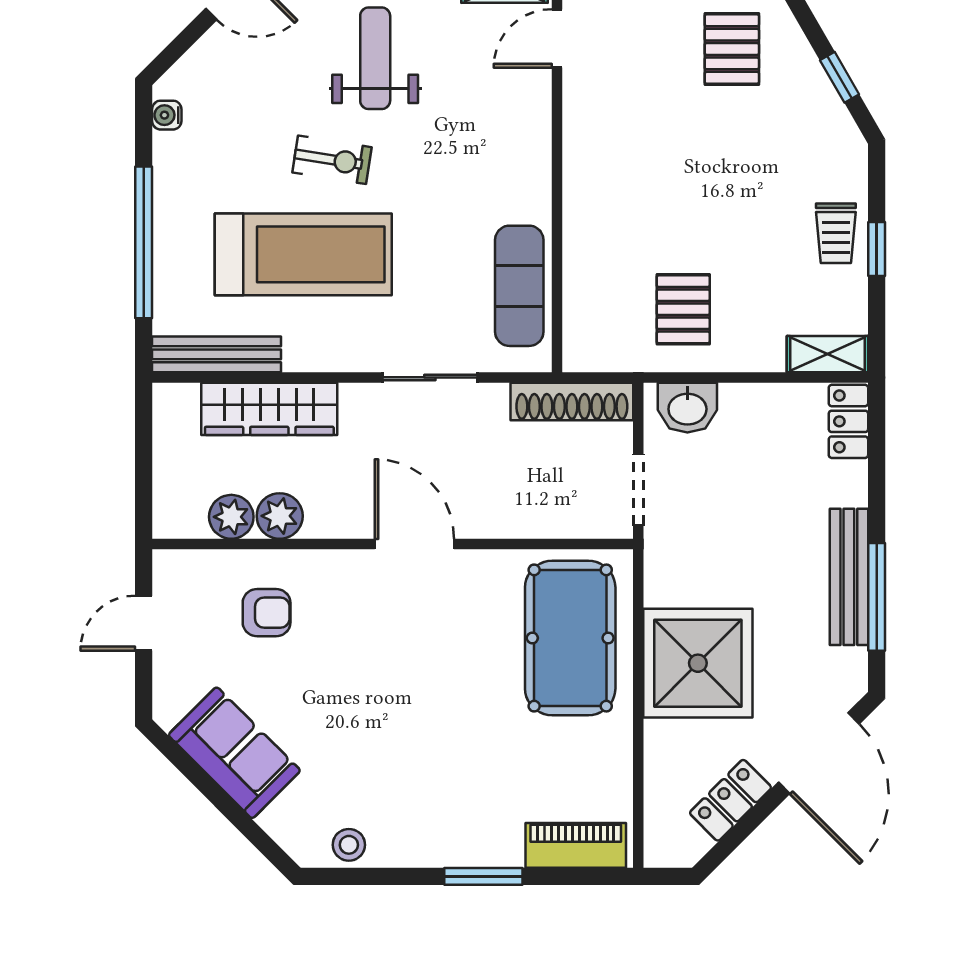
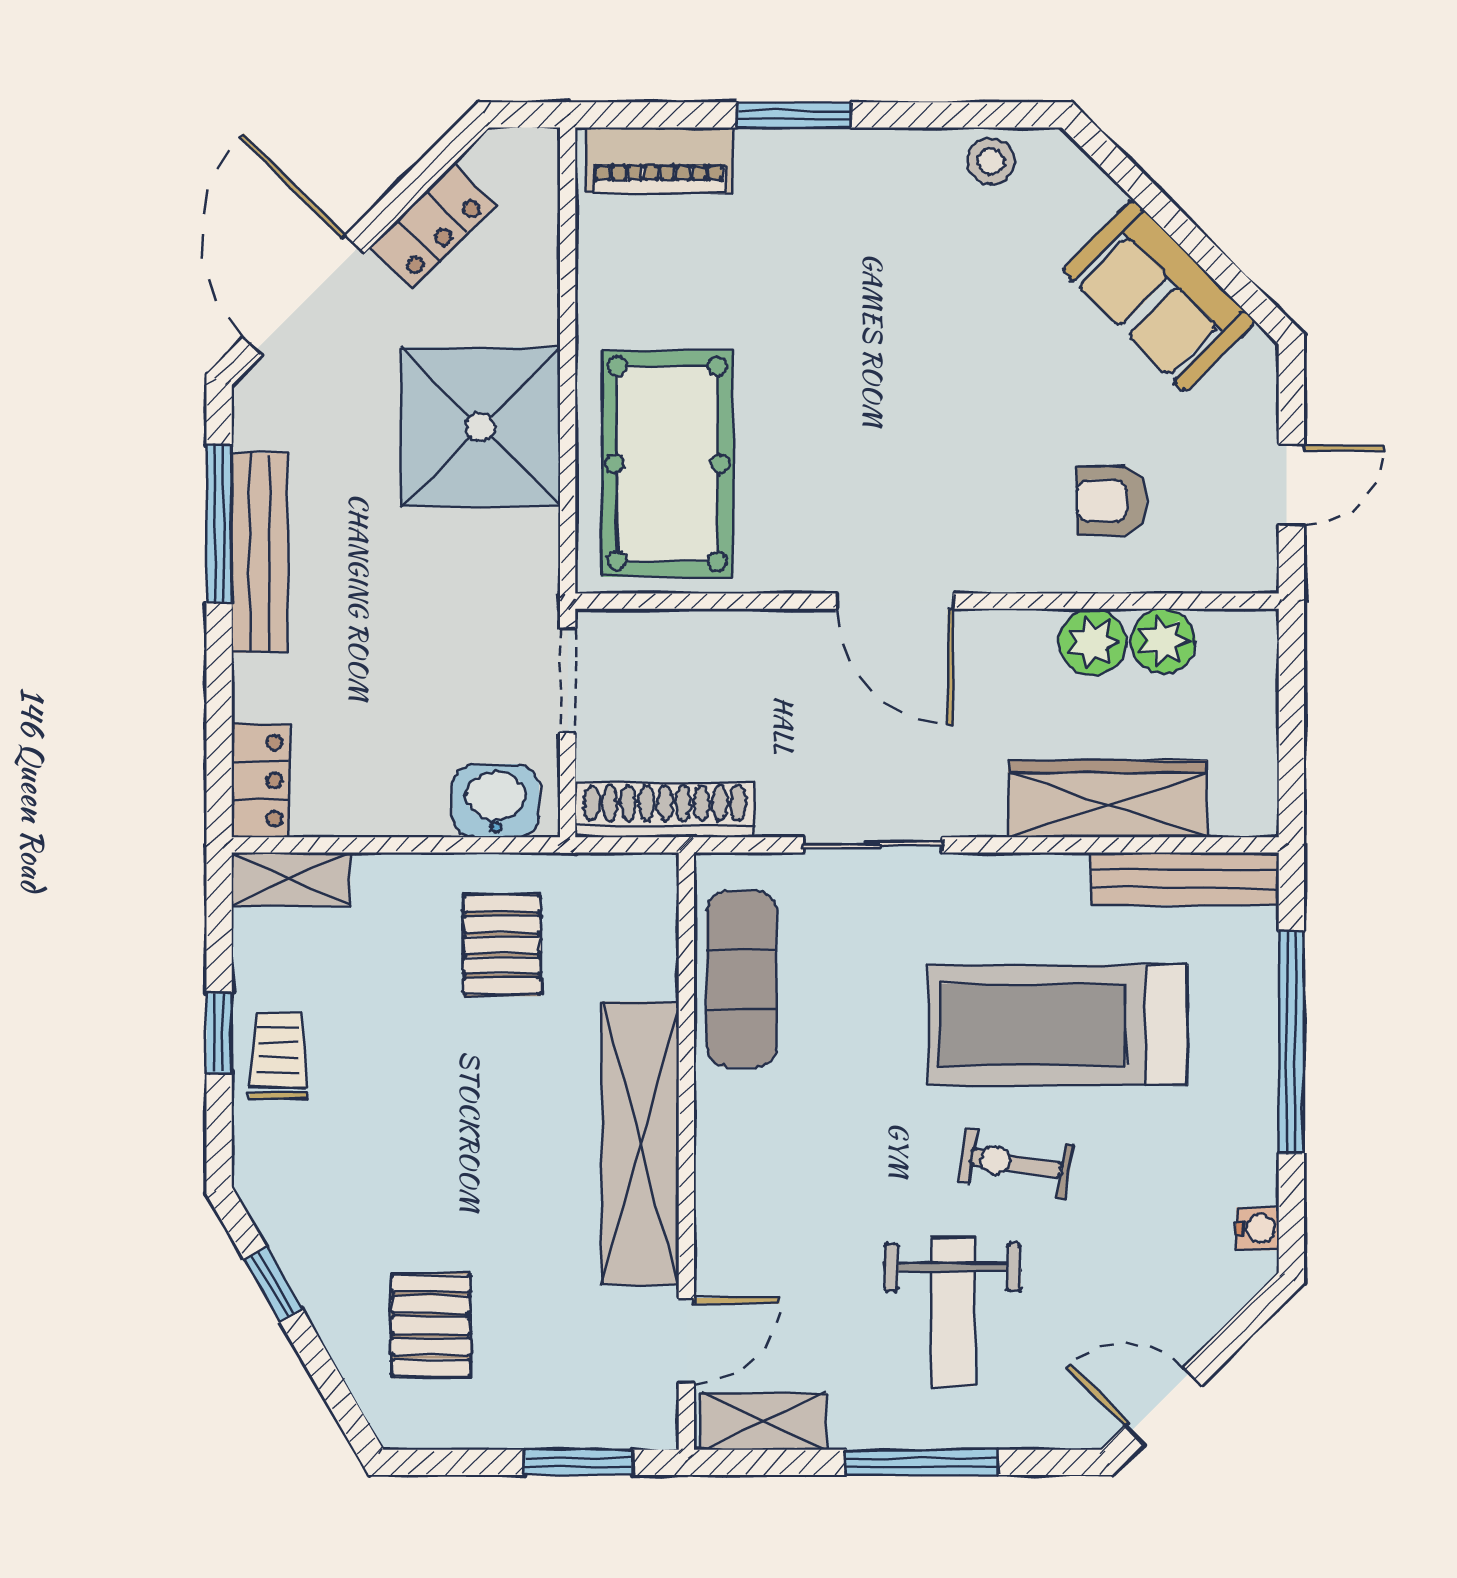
shelving: (589, 174) -> (640, 1143), added

